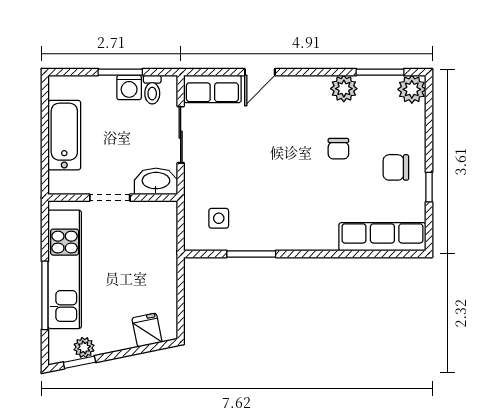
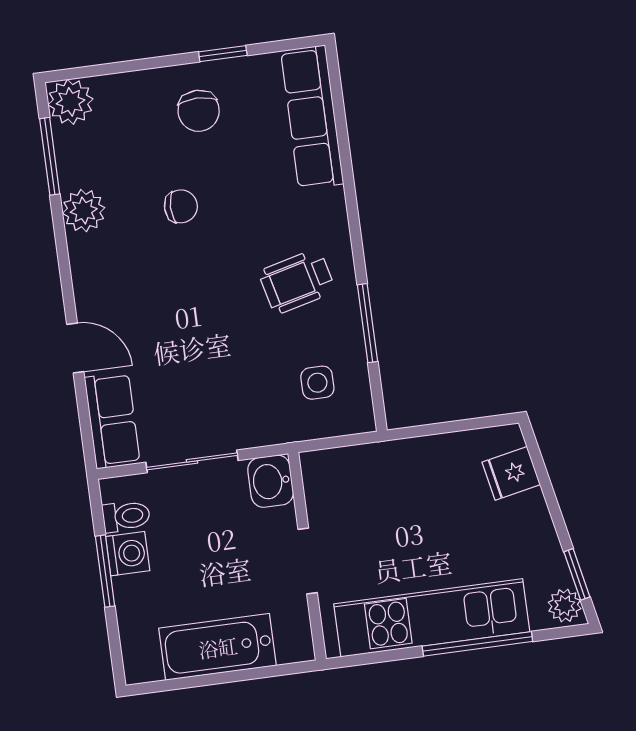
washbasin: (156, 181) -> (271, 481), width x0.72
wheelchair: (283, 214) -> (297, 281), added
plant: (84, 347) -> (565, 606), moved

